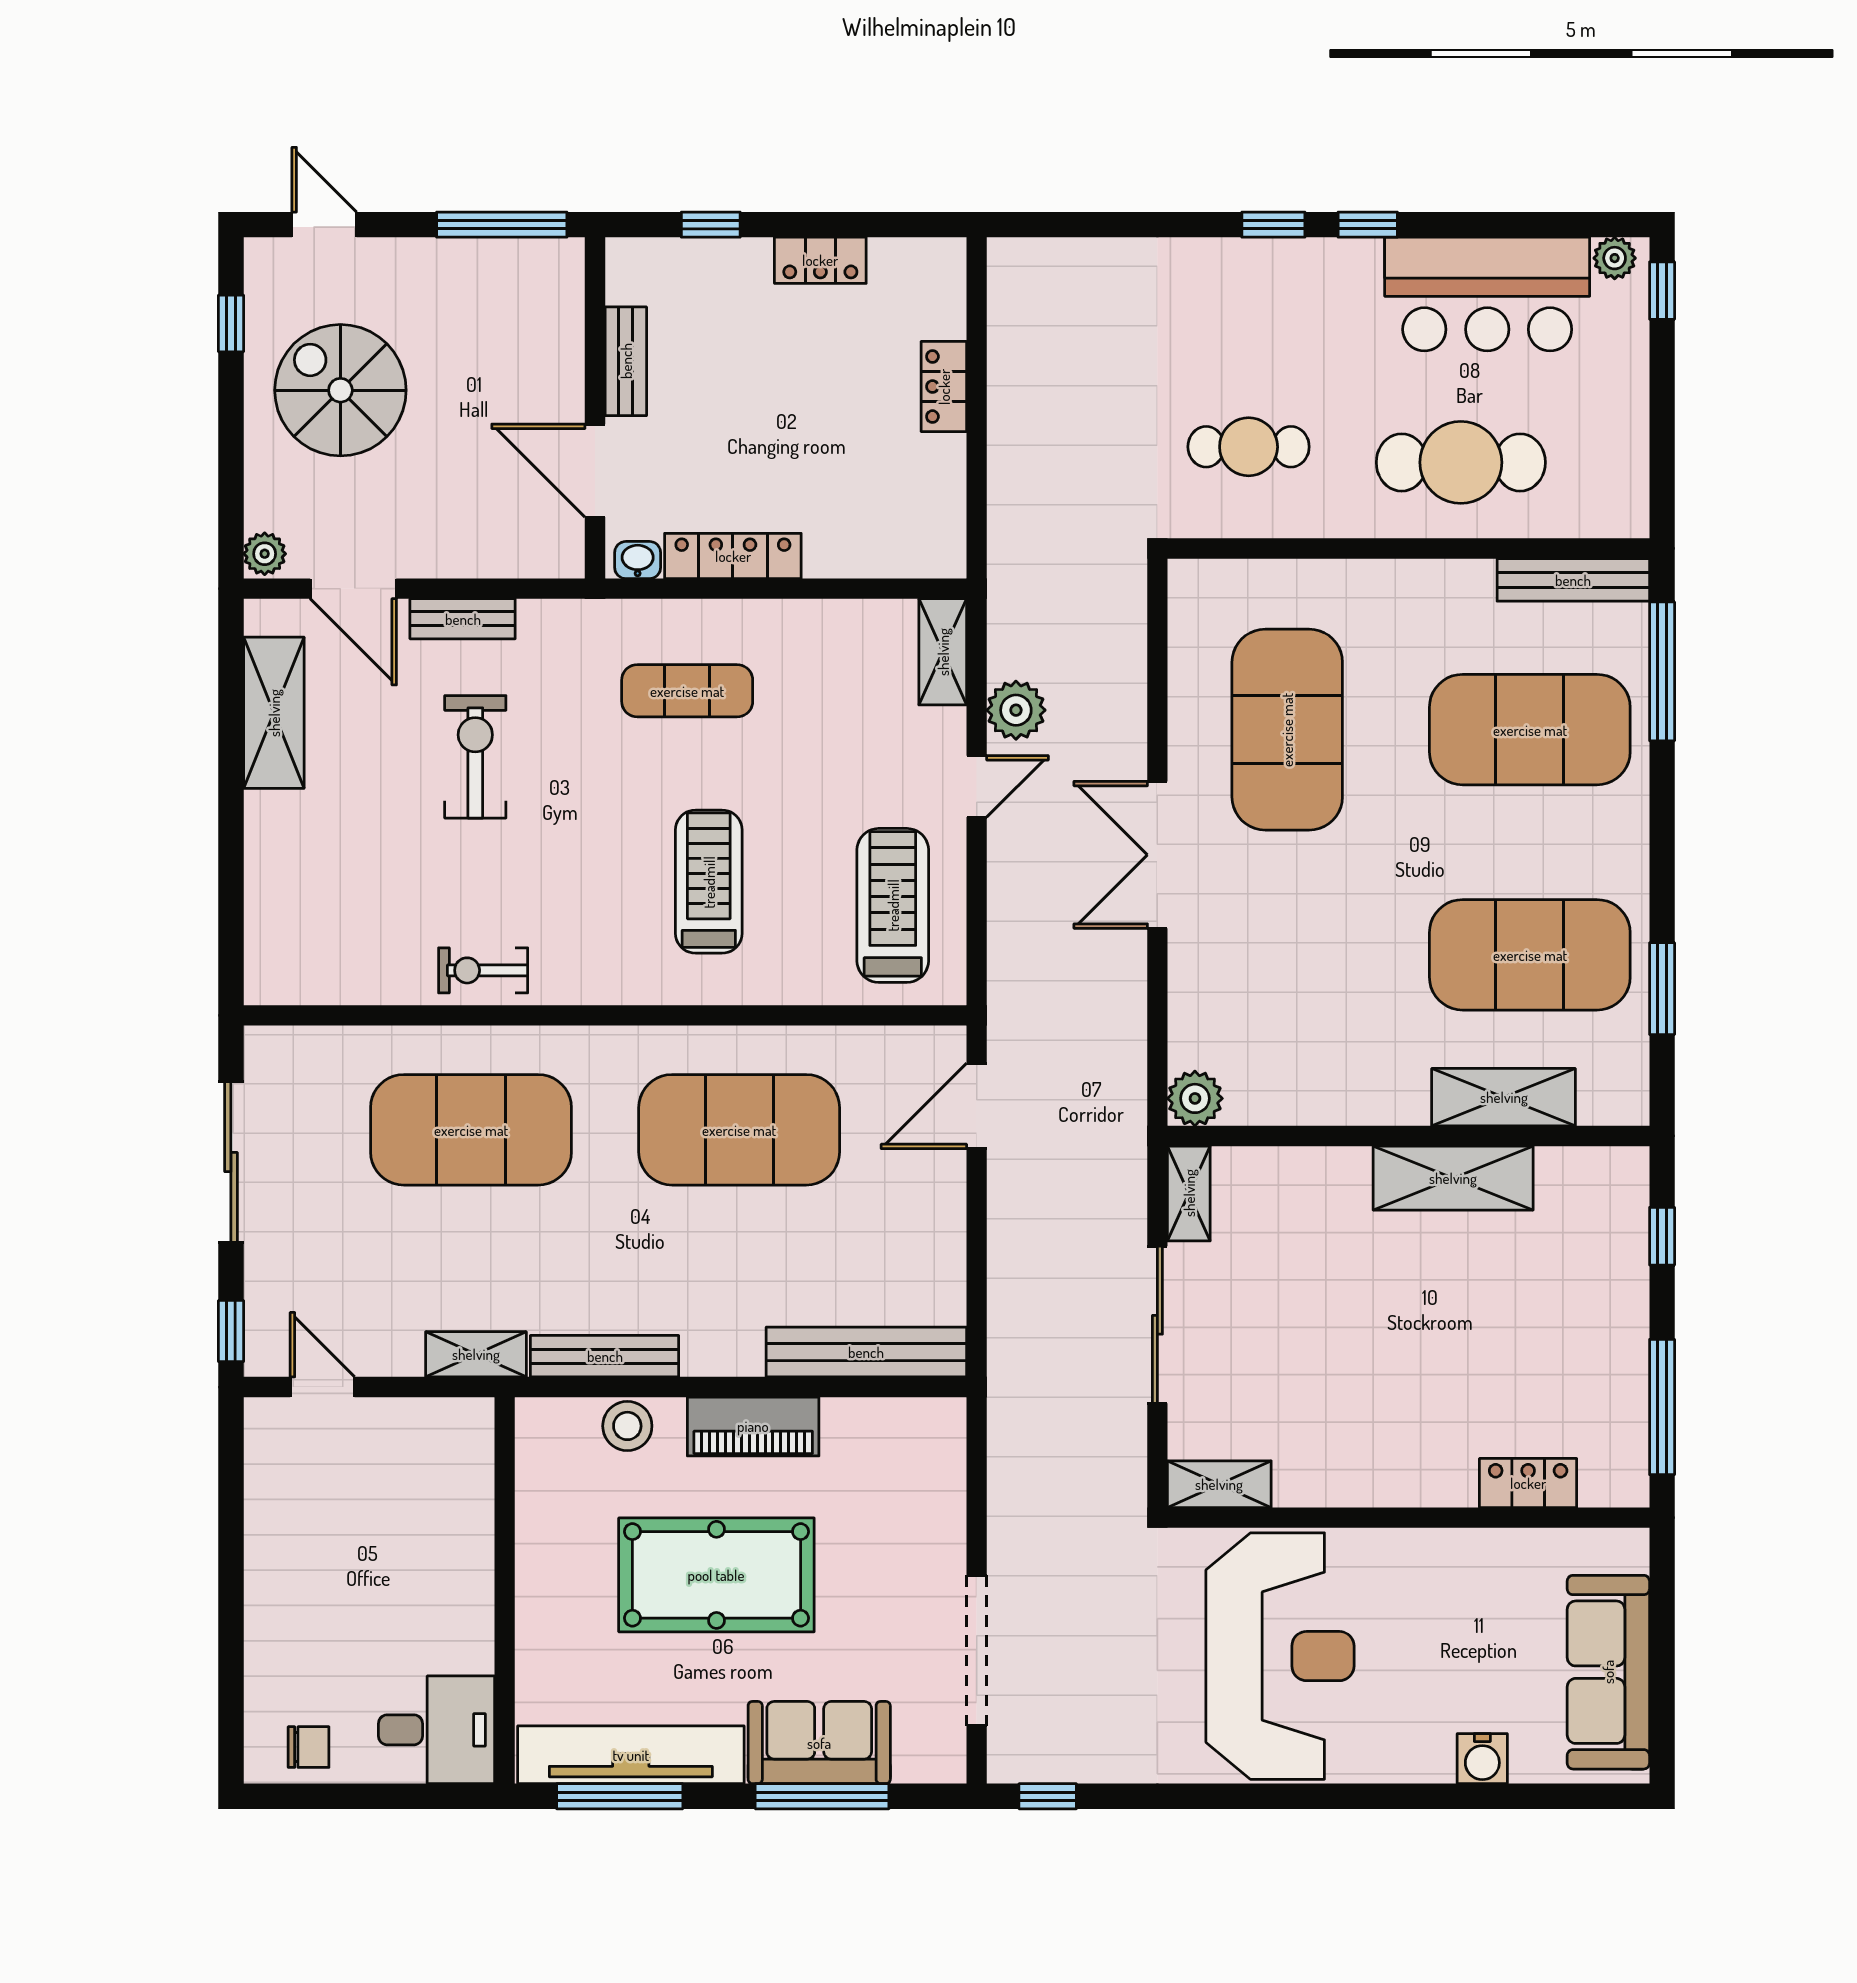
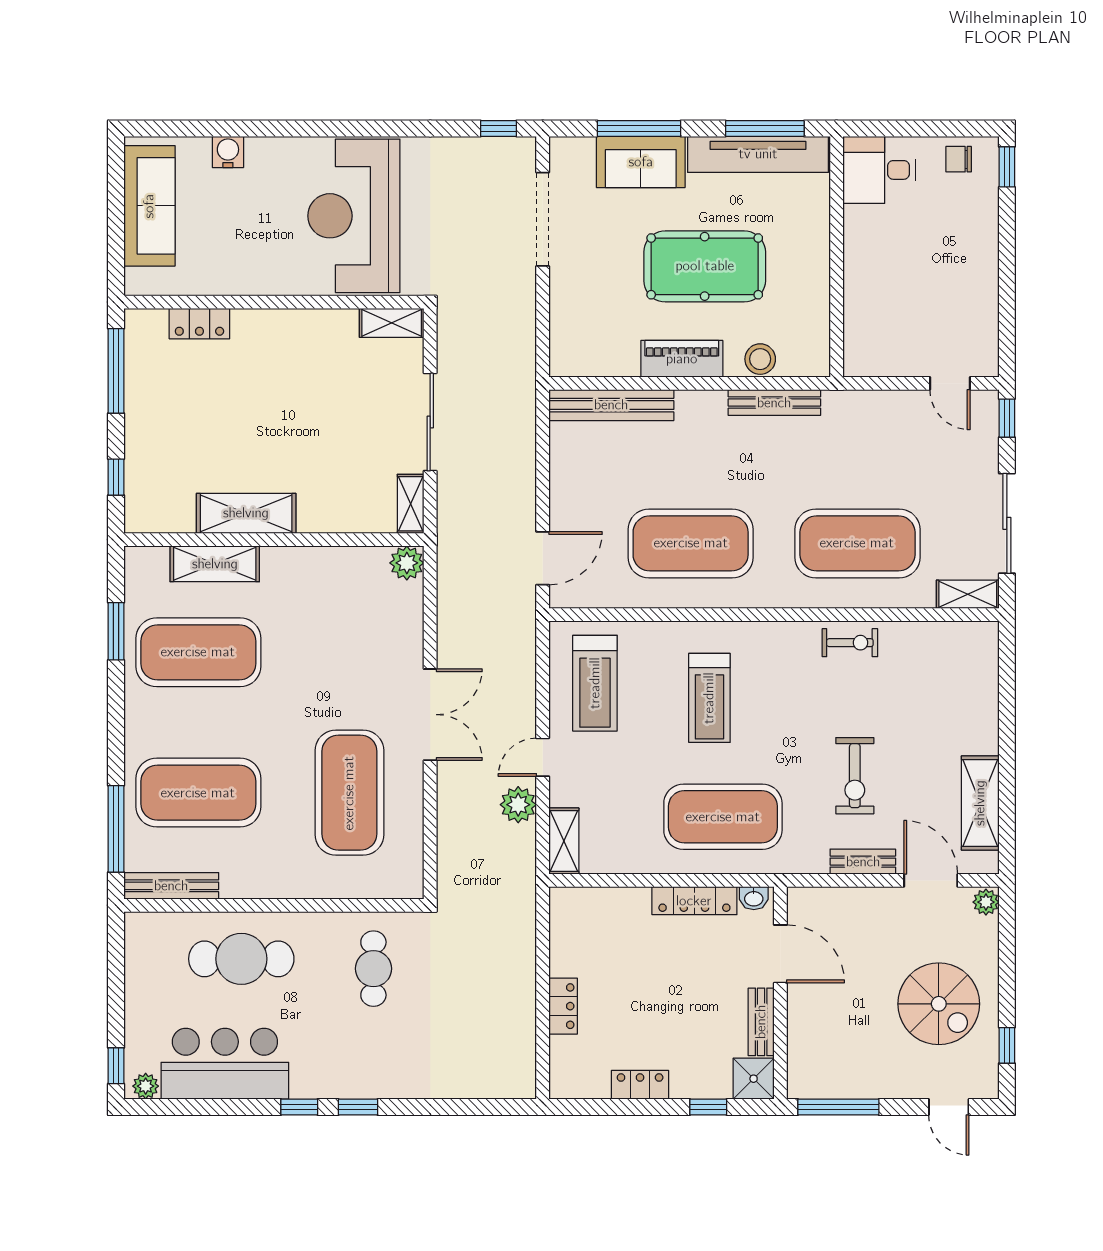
shower: (638, 270) -> (754, 1079), added
cafe table: (1249, 447) -> (373, 969), turned 90
exercise mat: (687, 691) -> (723, 817), width x2.00, depth x1.45
shelving: (476, 1354) -> (968, 594), moved
window: (231, 1735) -> (1007, 167), added

